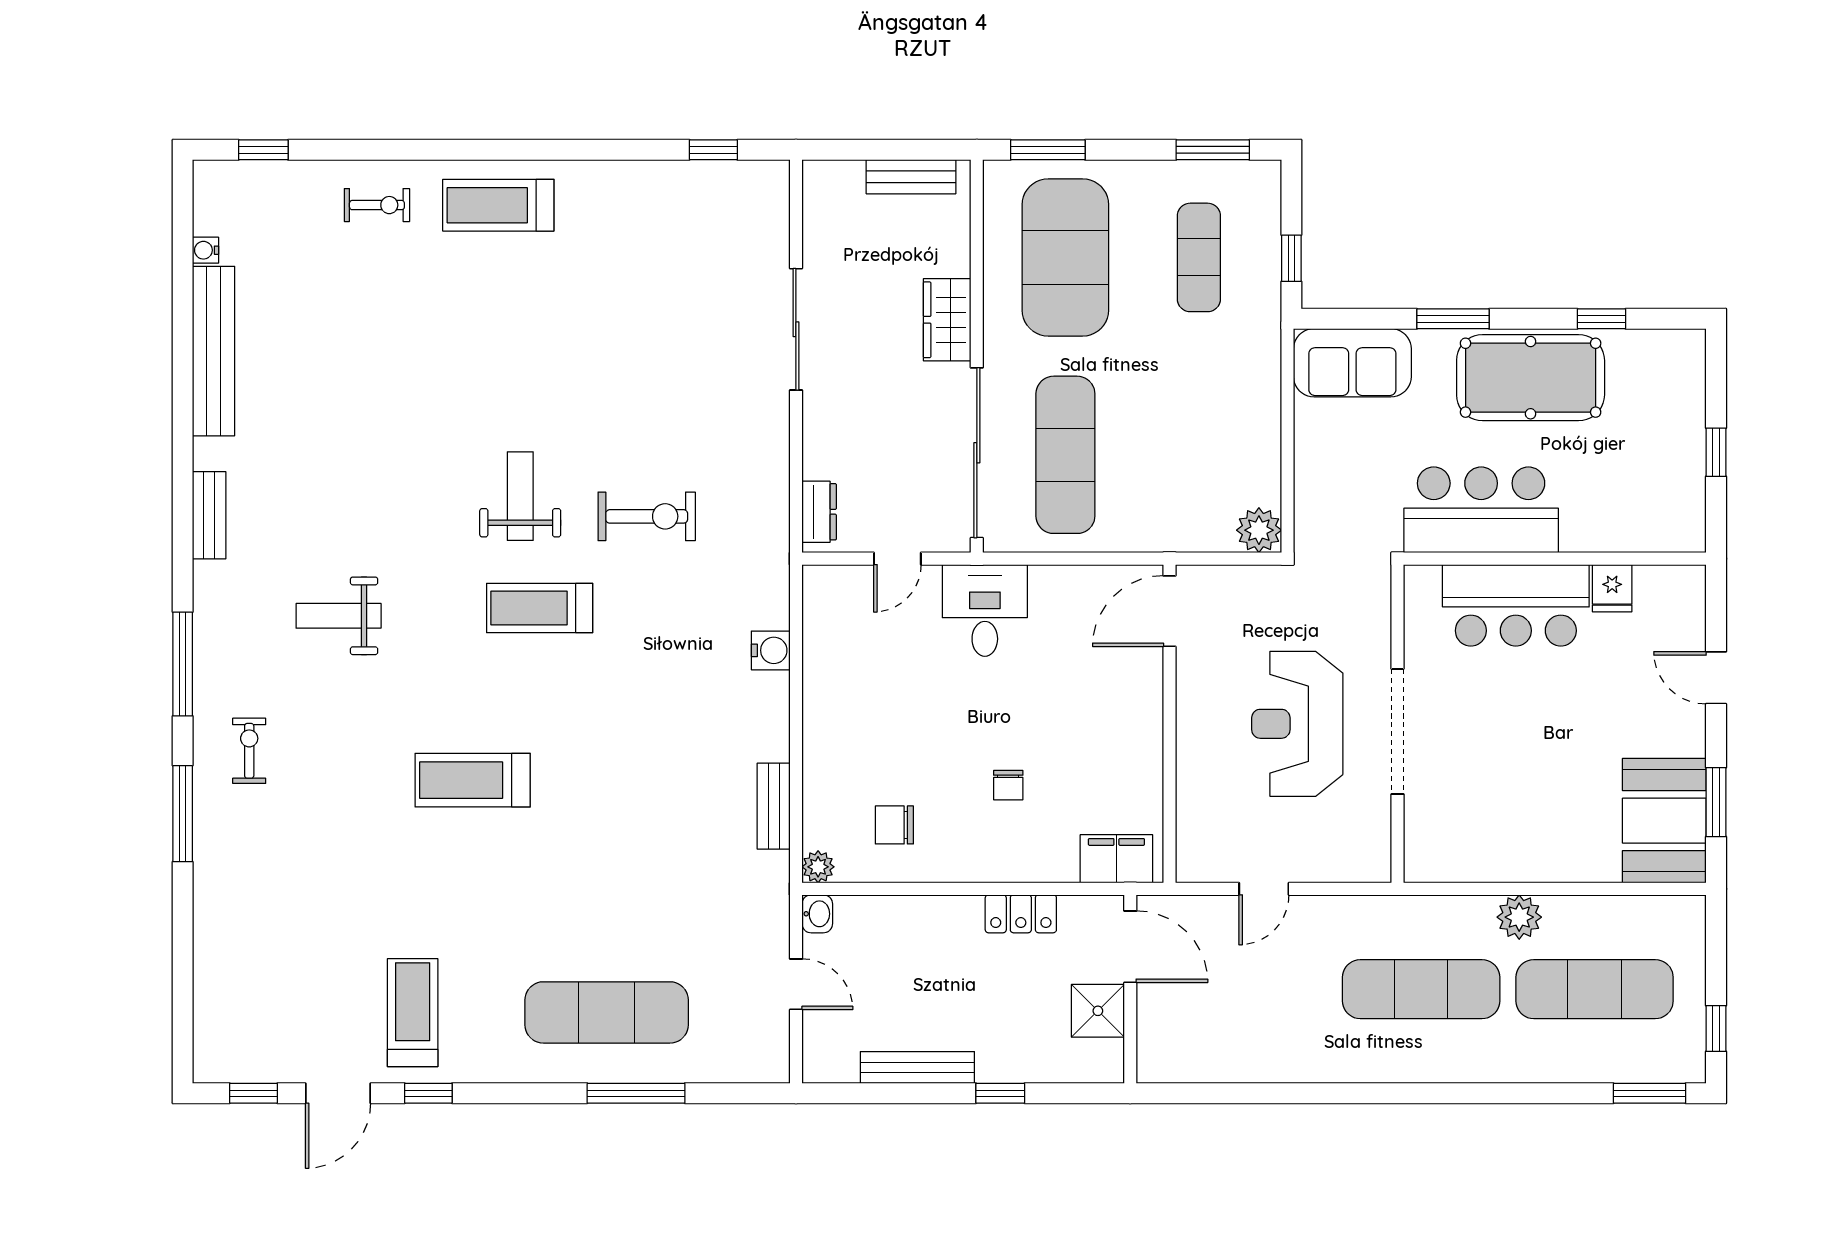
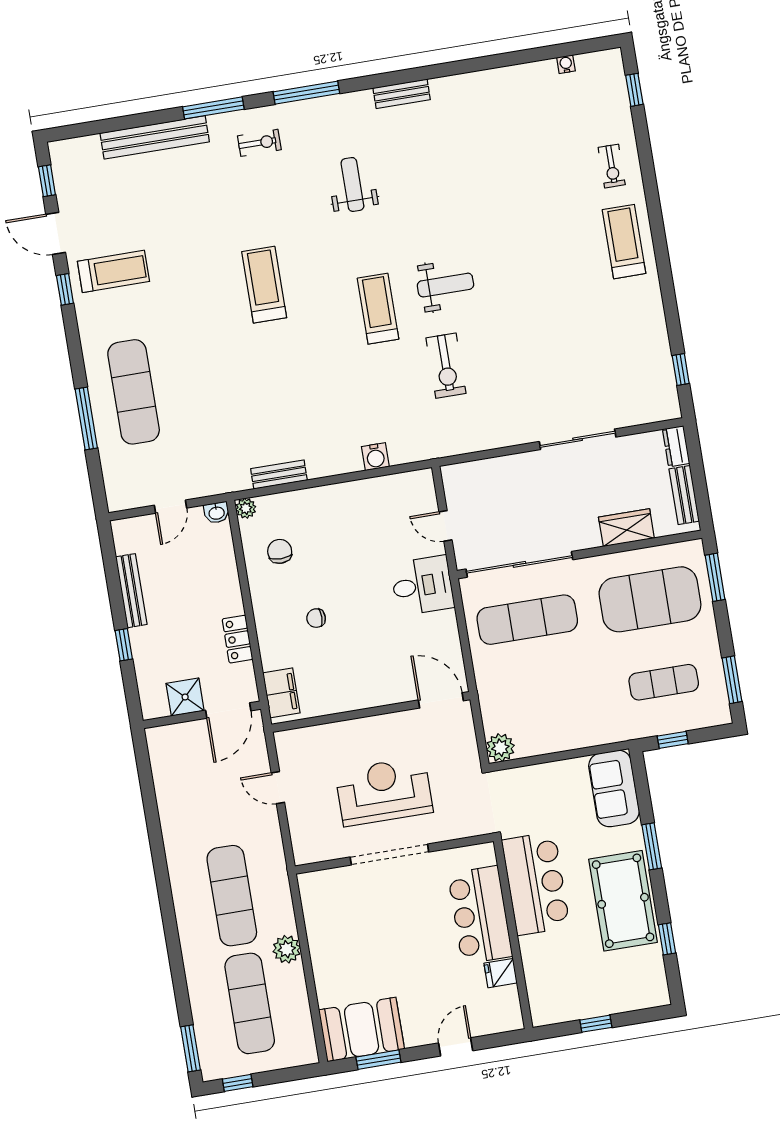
wardrobe: (947, 320) -> (626, 528), moved
bench: (214, 351) -> (155, 137), moved
dresser: (819, 512) -> (676, 446), moved, turned 90

